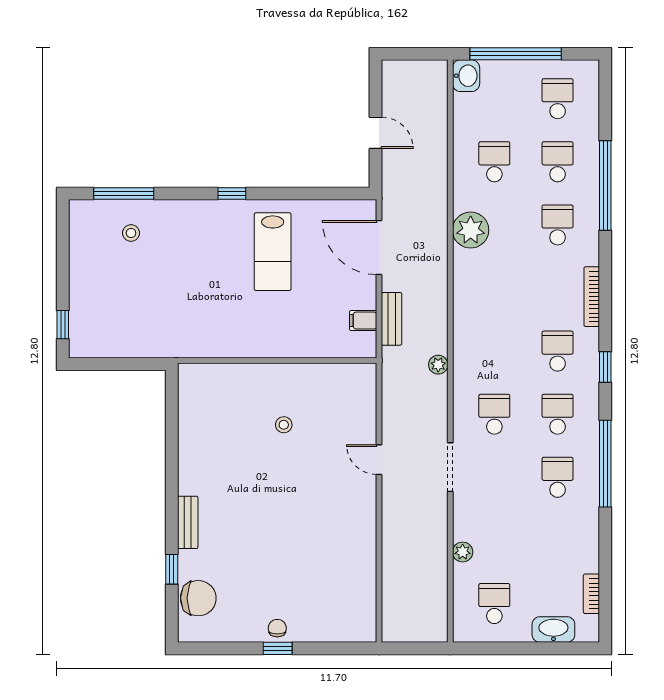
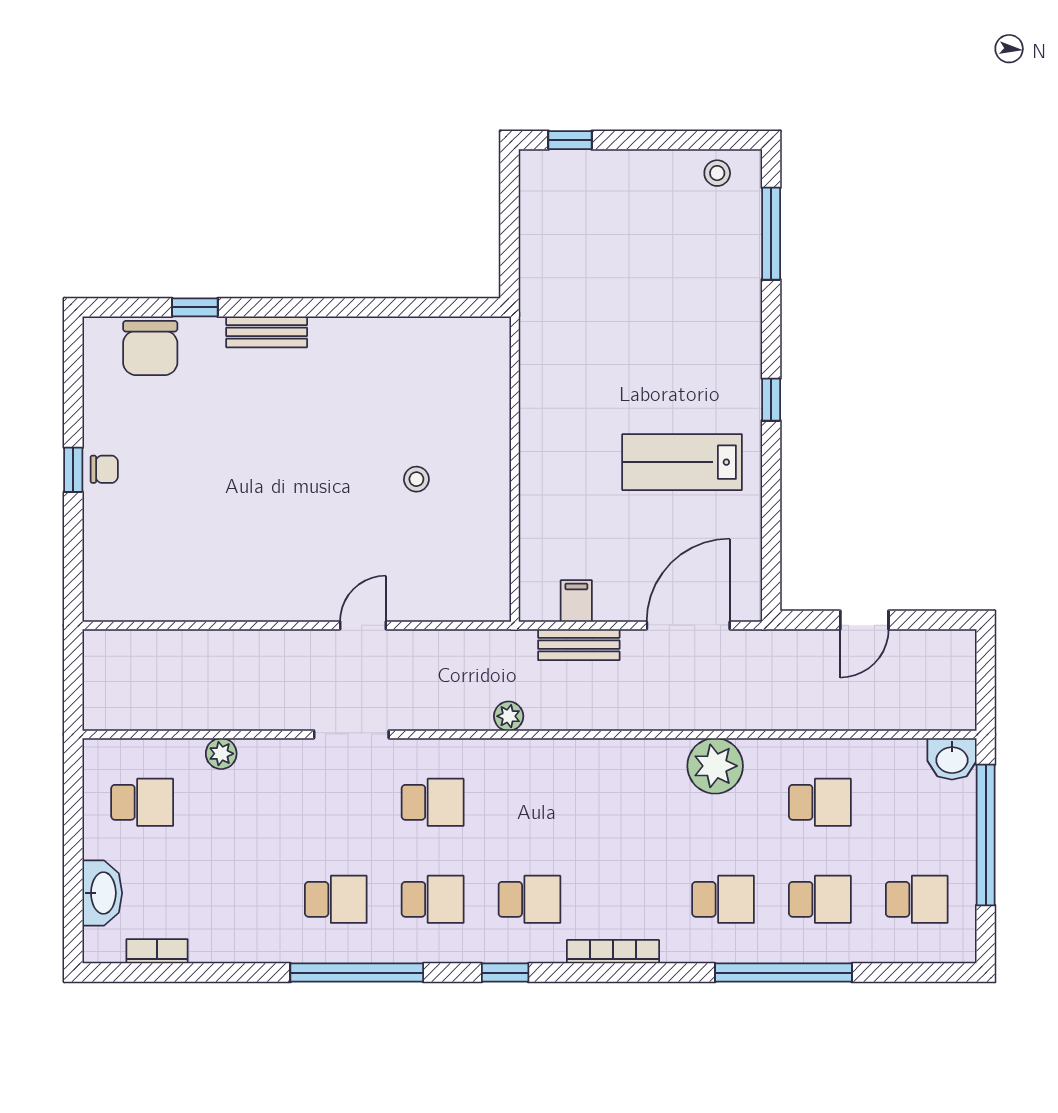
stool: (131, 233) -> (717, 173), moved

